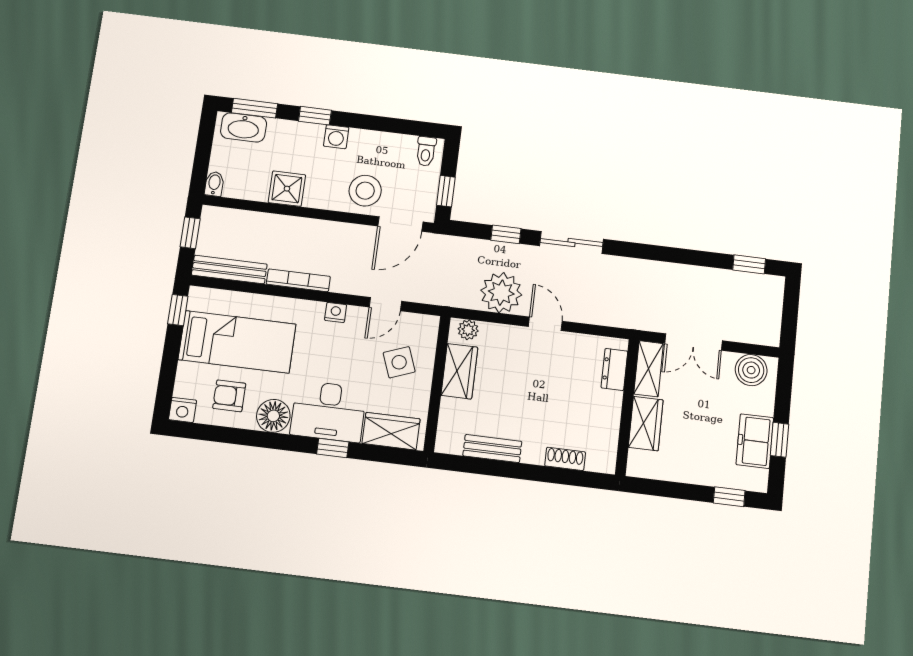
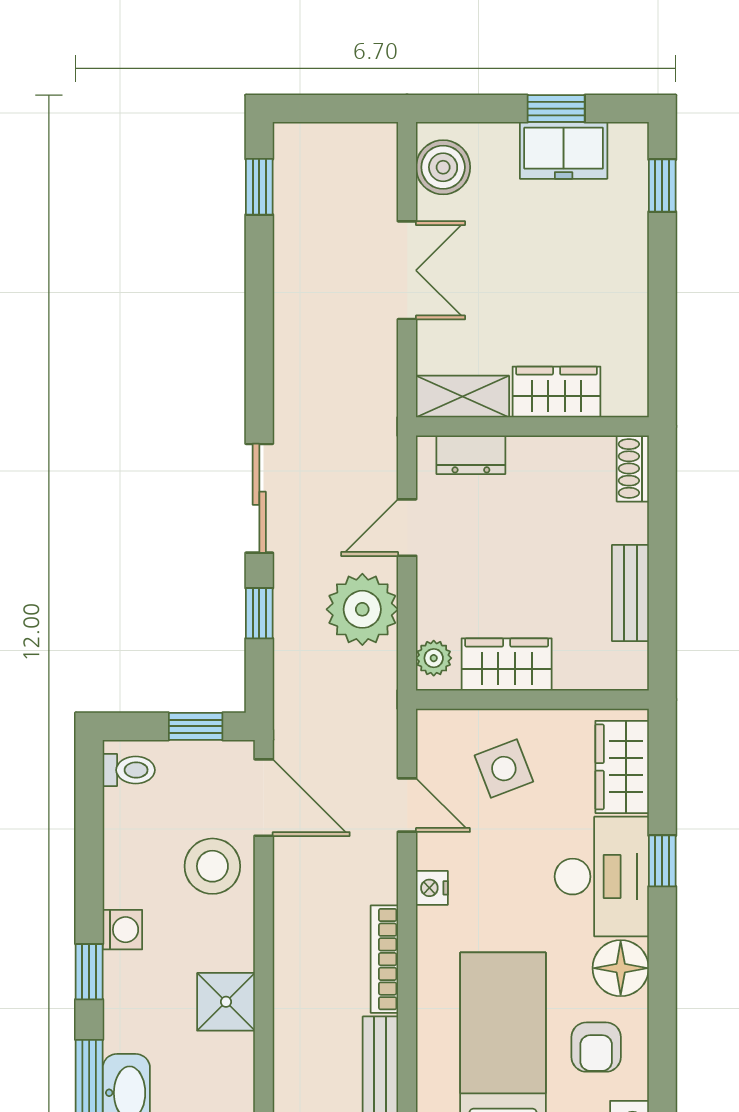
dresser: (614, 369) -> (471, 455), moved
shelving: (649, 369) -> (462, 397), moved
wall: (627, 407) -> (532, 426), moved
wardrobe: (646, 424) -> (557, 392), moved

